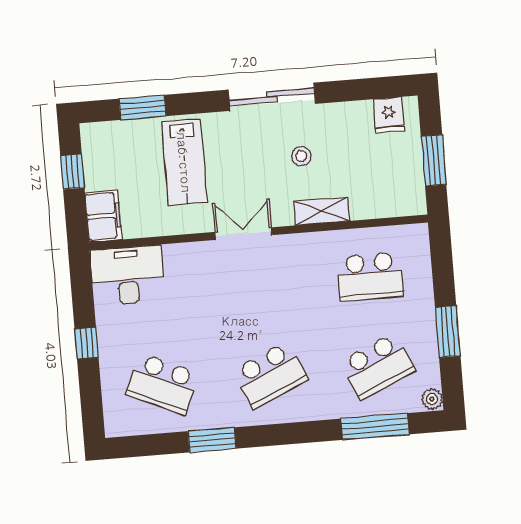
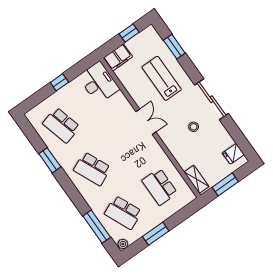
lab bench: (184, 162) -> (162, 78), turned 90
shelving: (322, 211) -> (197, 179), moved
school desk: (163, 384) -> (61, 125), turned -39

